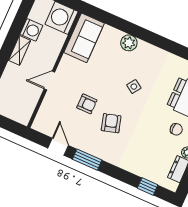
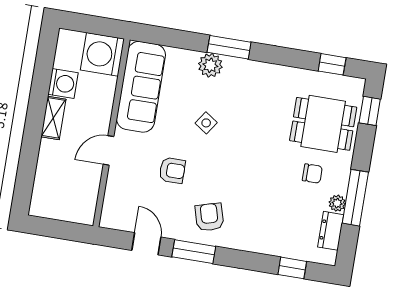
window: (144, 34) -> (229, 47), added
sofa: (84, 38) -> (141, 87), width x1.36
side table: (134, 87) -> (206, 123), moved
armchair: (111, 123) -> (209, 217), moved

